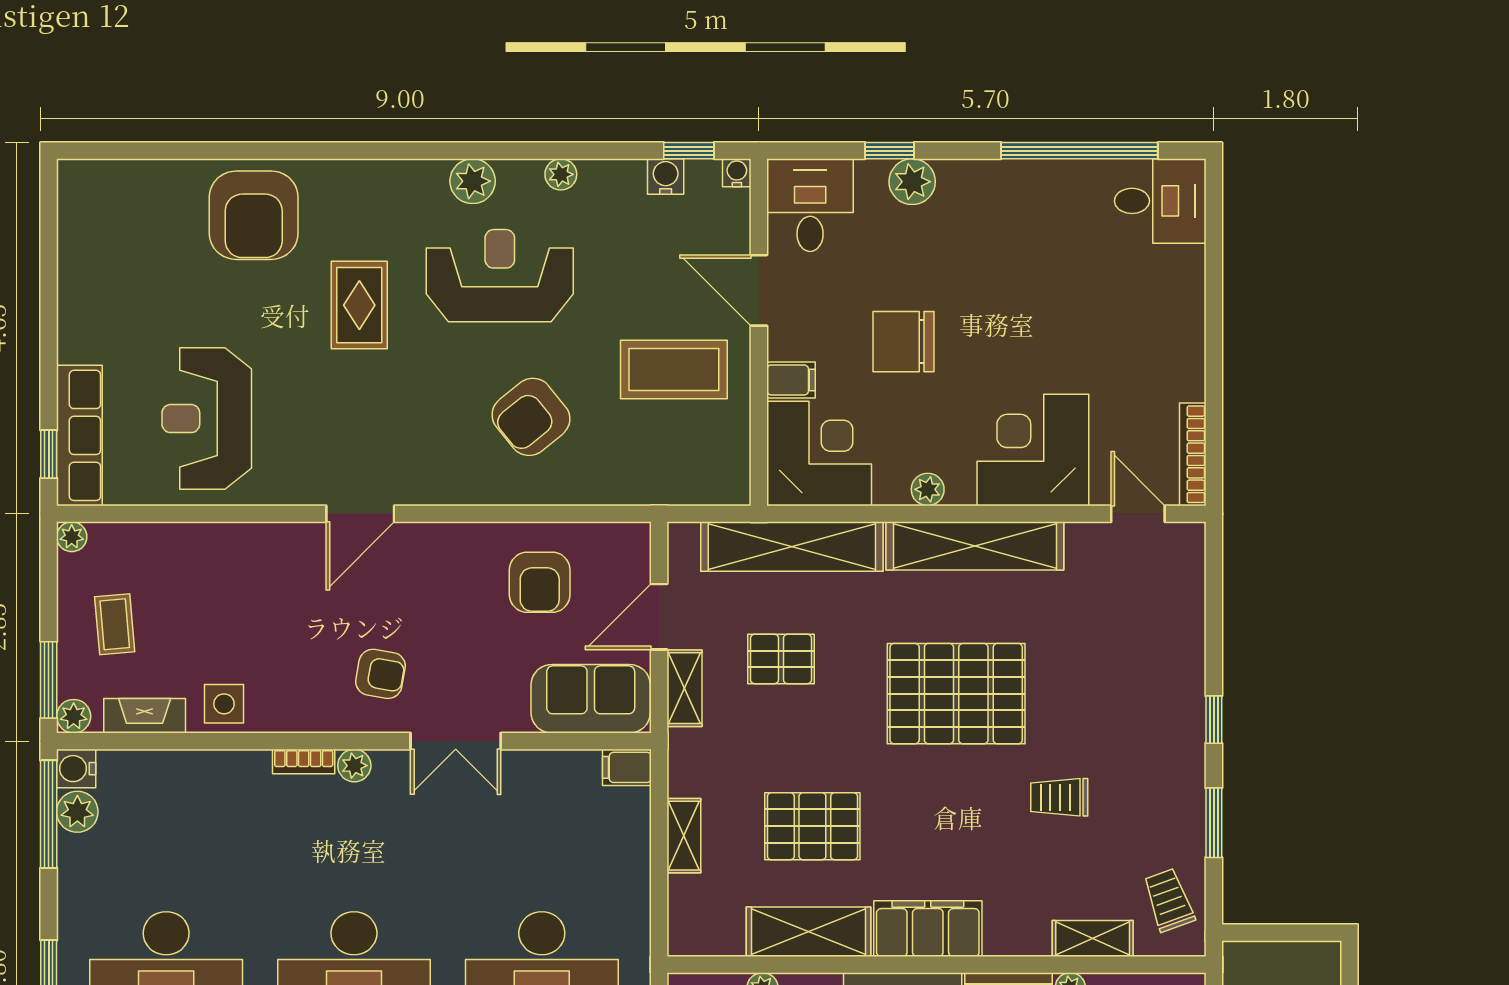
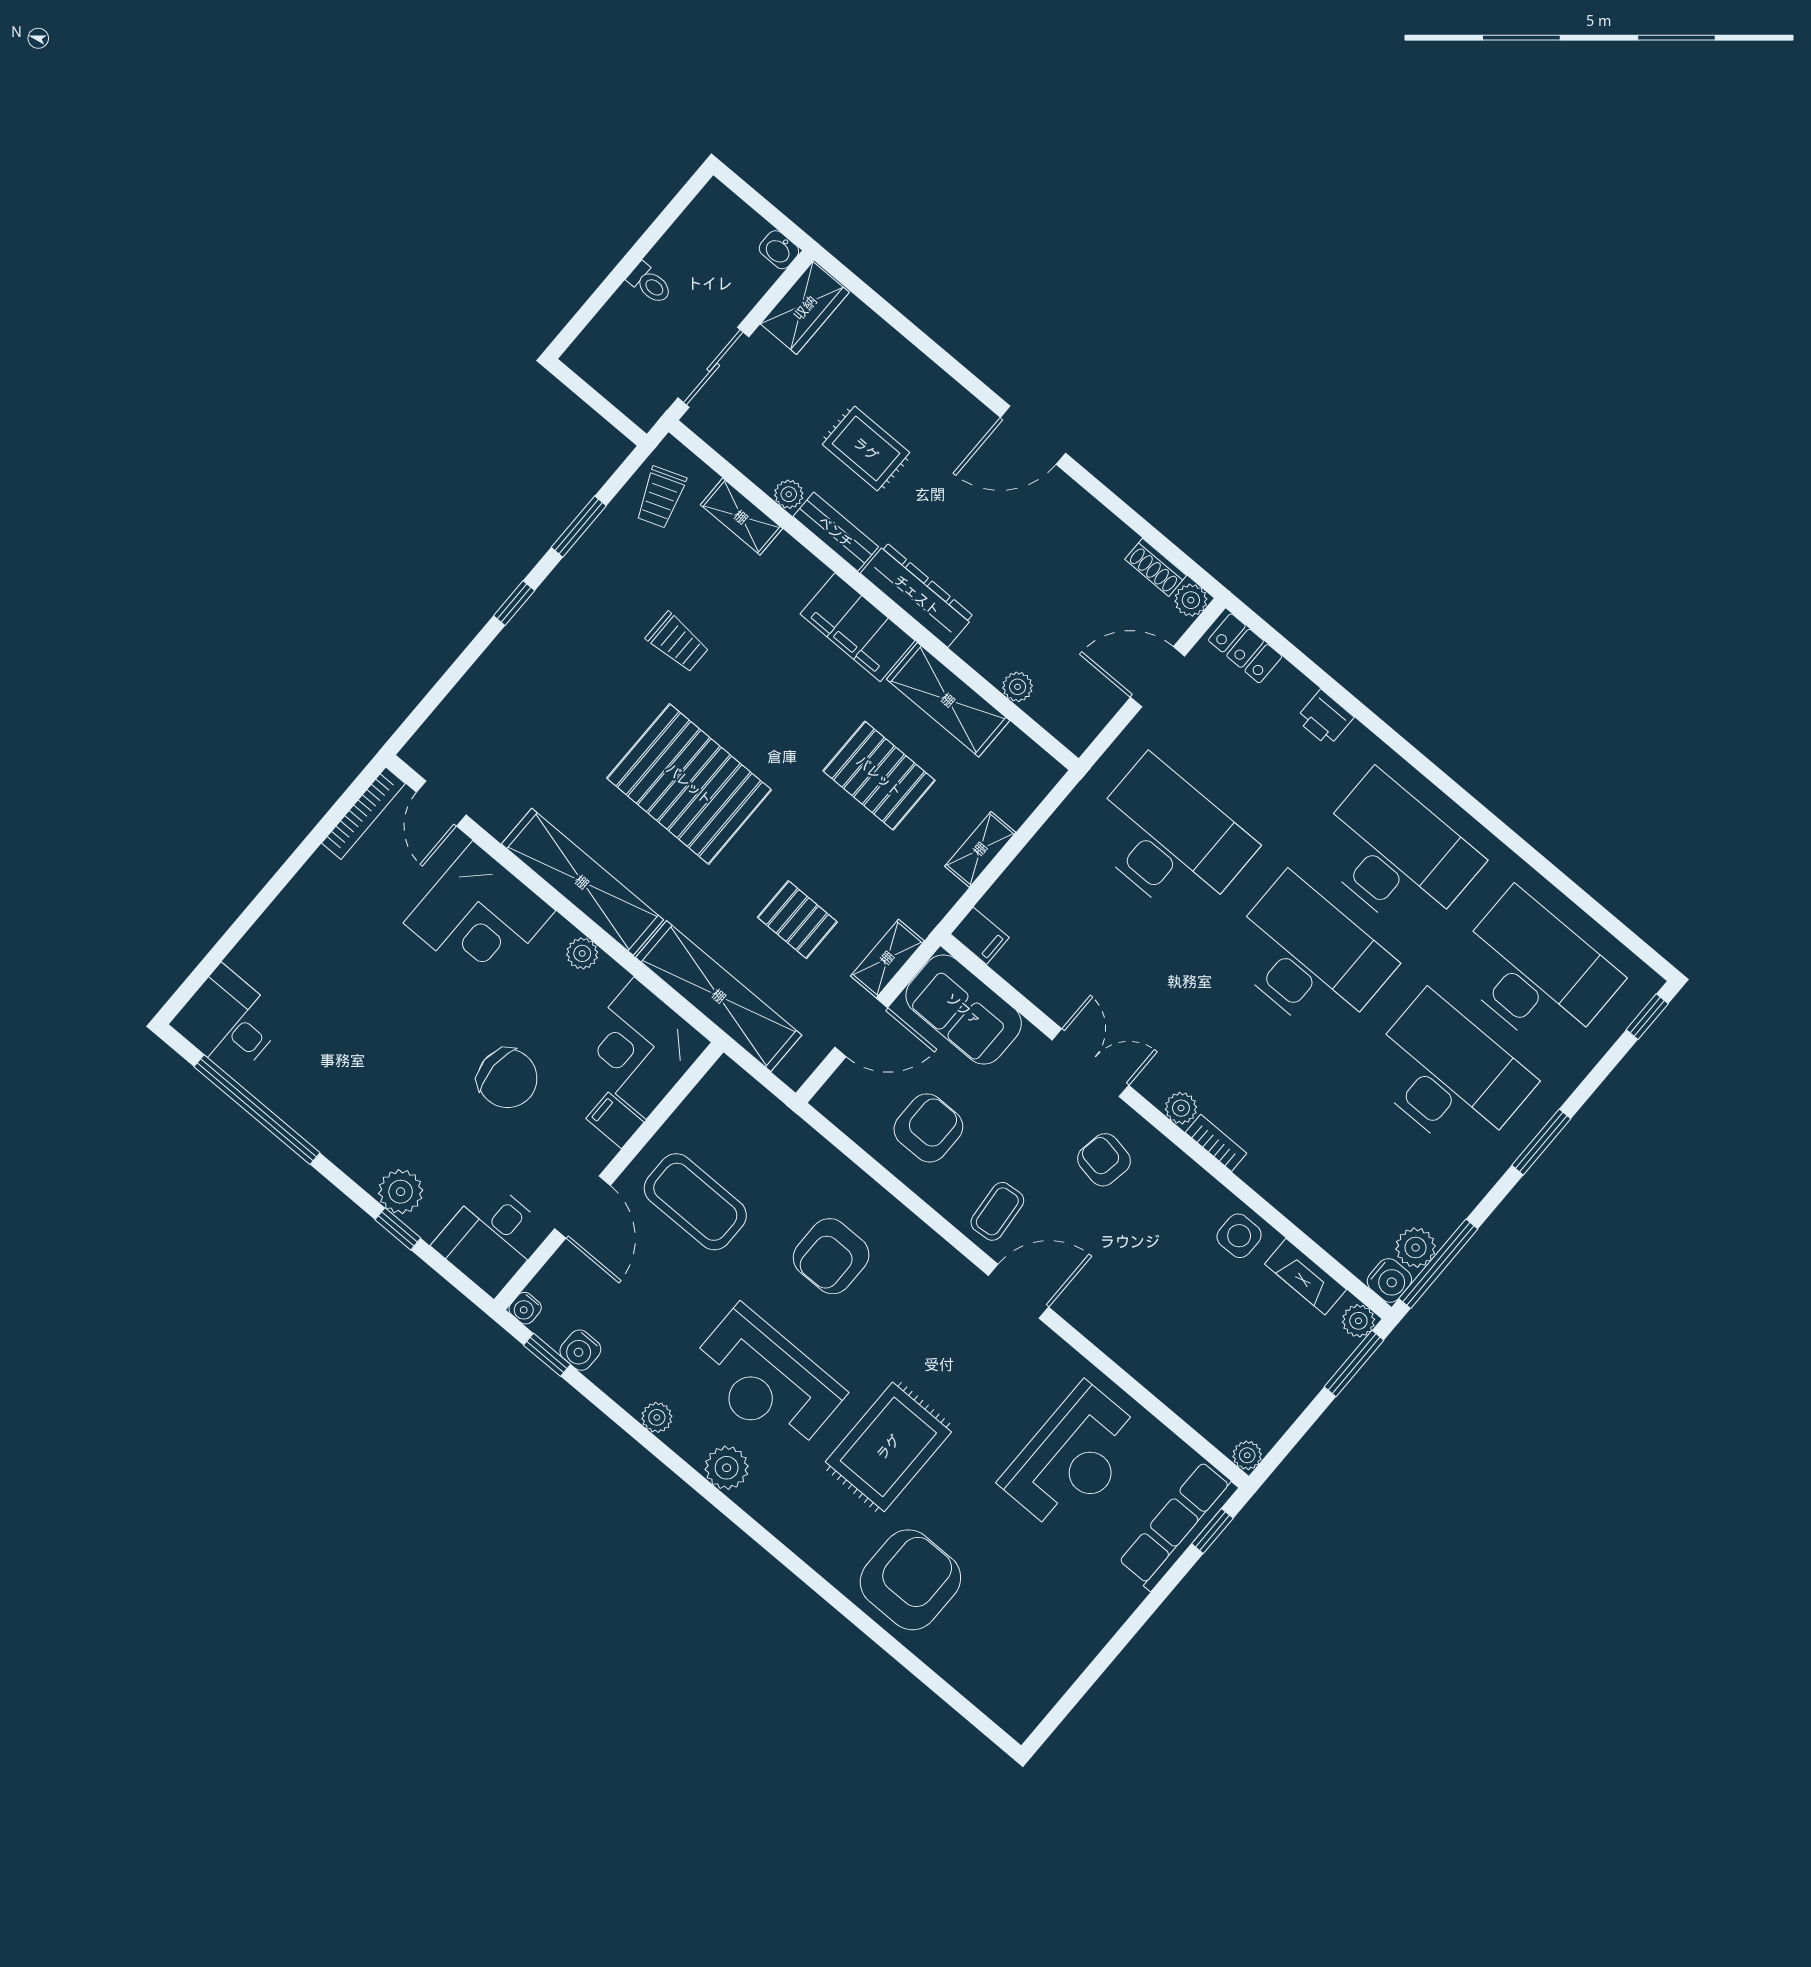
rug: (359, 305) -> (888, 1447), width x1.36, depth x1.43
armchair: (531, 417) -> (831, 1256), turned 129
coffee table: (115, 624) -> (997, 1211), moved

